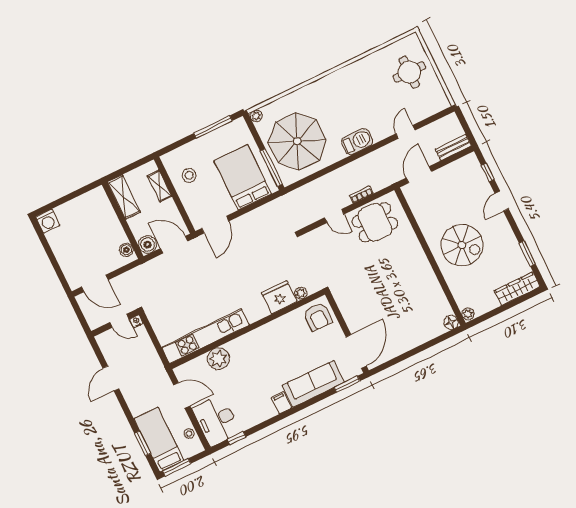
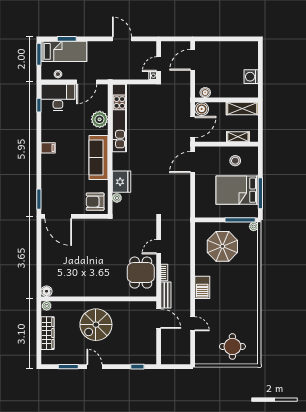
parasol: (297, 141) -> (222, 246), width x0.73, depth x0.73
bench: (453, 147) -> (166, 295), moved
window: (271, 168) -> (240, 220), moved
bed: (243, 177) -> (237, 190), moved, turned 180
door: (502, 201) -> (95, 367), moved
washing machine: (48, 221) -> (251, 77), moved
door: (215, 225) -> (193, 162), hinge flipped
wardrobe: (517, 289) -> (48, 333), moved
sofa: (313, 384) -> (98, 157), moved, turned 180

